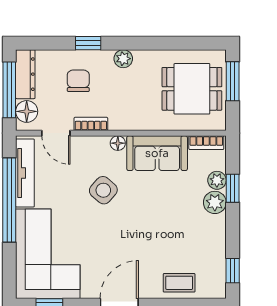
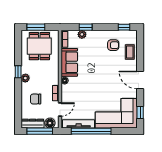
window: (88, 43) -> (18, 72), moved
side table: (103, 190) -> (87, 87), removed
plant: (215, 202) -> (92, 35), removed
armchair: (194, 247) -> (113, 45), added

